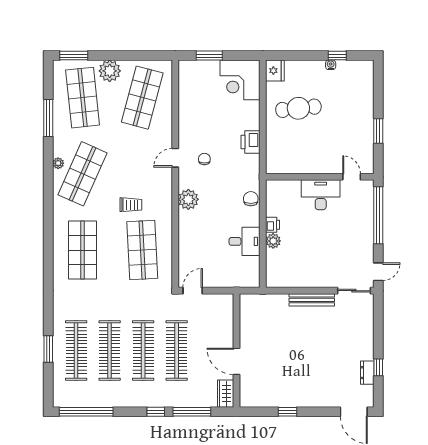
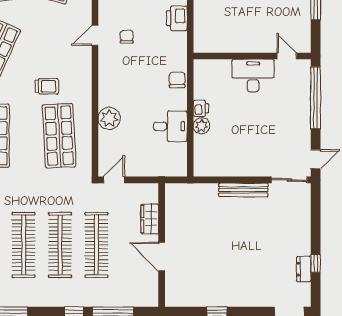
plant: (188, 199) -> (109, 118), moved
wardrobe: (226, 394) -> (150, 219), moved

